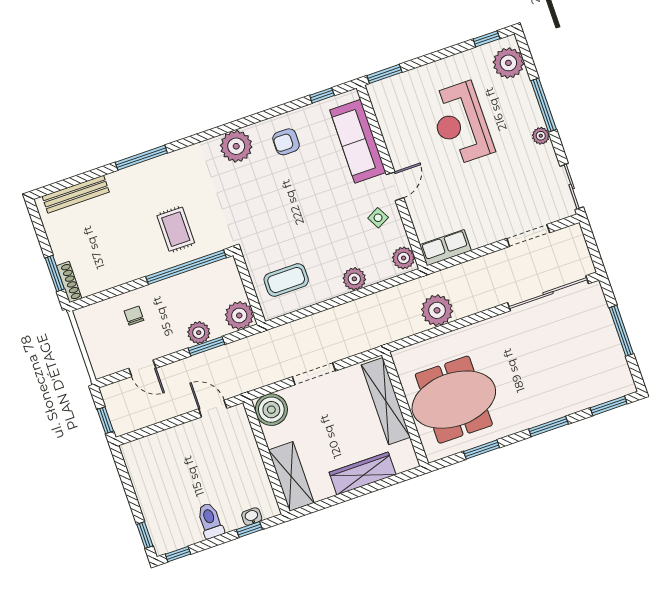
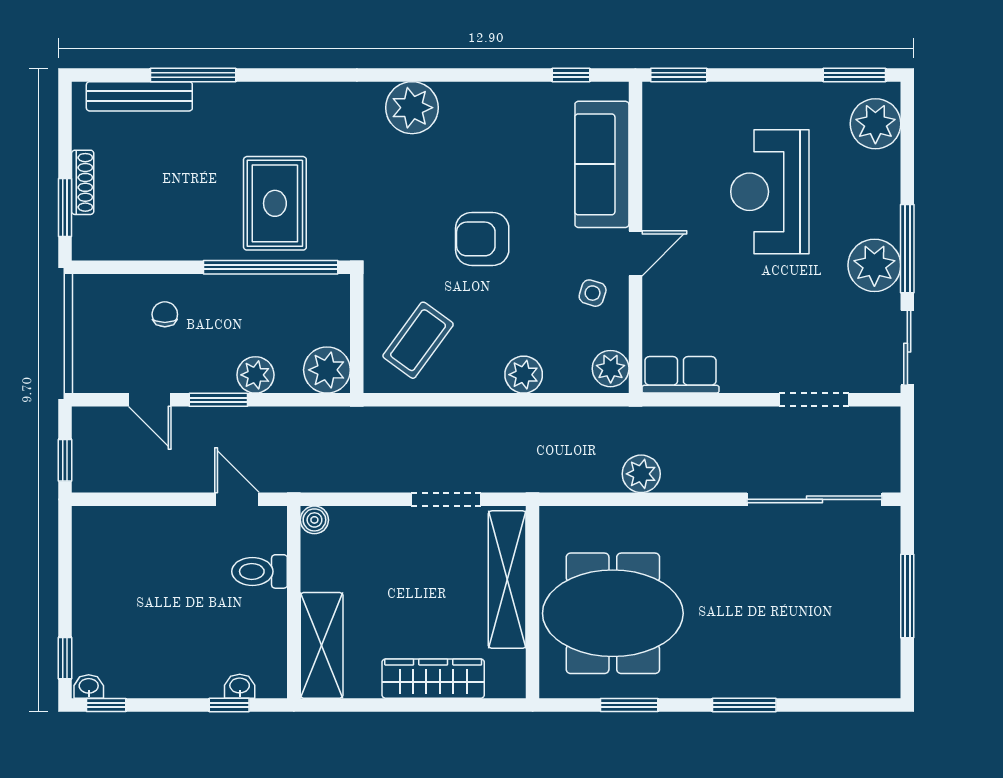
window: (486, 39) -> (854, 75), width x1.50
window: (544, 105) -> (907, 249), moved
plant: (541, 136) -> (874, 265), width x1.88, depth x1.88
armchair: (286, 142) -> (482, 239), moved, width x1.38, depth x1.38
window: (141, 158) -> (193, 75), moved
side table: (378, 218) -> (593, 293), turned 45
rug: (176, 229) -> (275, 203), width x1.36, depth x1.43
coffee table: (286, 280) -> (418, 340), turned -54
shoe rack: (69, 282) -> (83, 182), moved
plant: (437, 310) -> (641, 474), width x0.73, depth x0.73
window: (206, 346) -> (218, 400), moved
doorway: (314, 374) -> (446, 499), moved
window: (609, 406) -> (848, 705), removed
boiler: (271, 410) -> (314, 520), width x0.54, depth x0.54
toilet: (210, 521) -> (260, 571), moved, turned -90
washbasin: (164, 547) -> (89, 687), added

